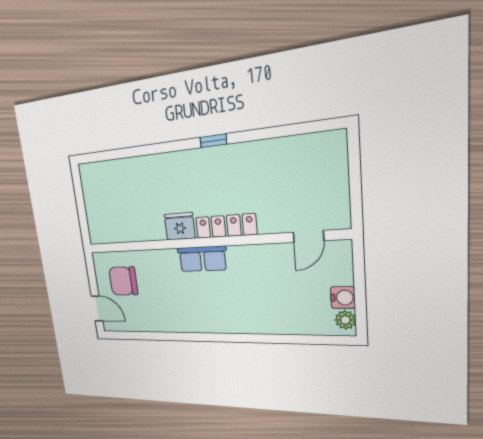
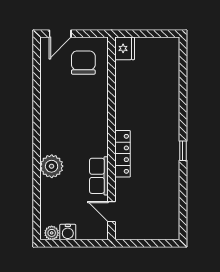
fridge: (180, 226) -> (125, 48), moved
row of seats: (202, 259) -> (99, 176), moved
plant: (251, 319) -> (52, 166), added

